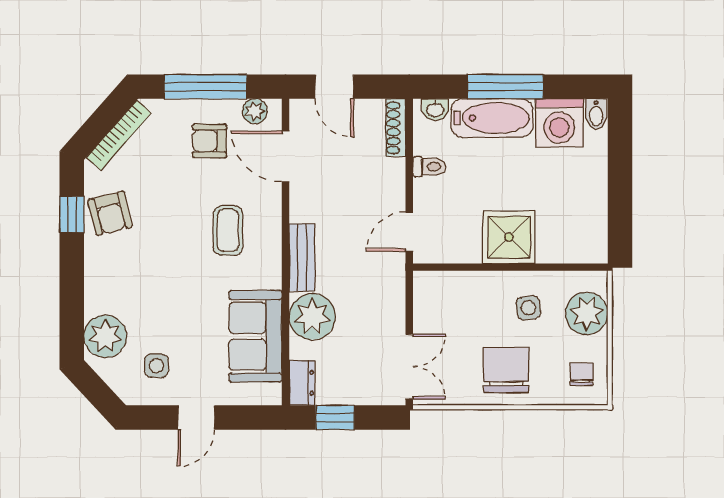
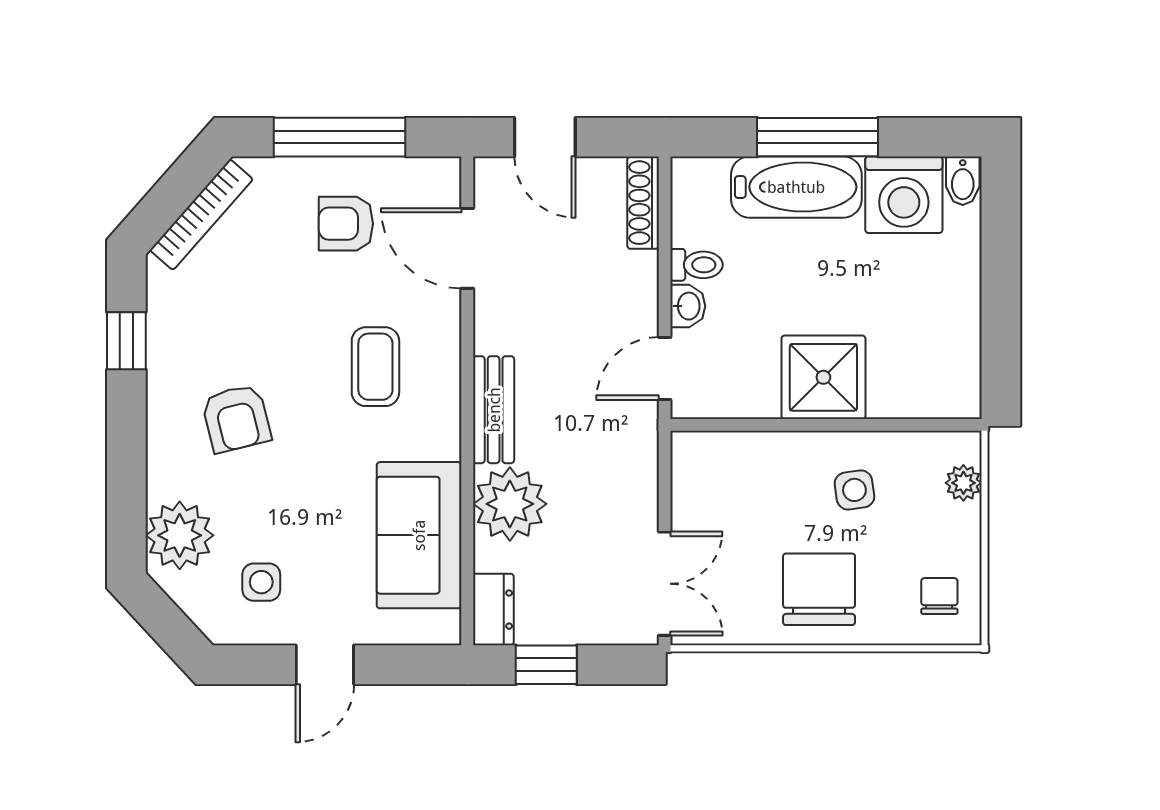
washbasin: (435, 109) -> (688, 306), moved, turned -90
plant: (255, 111) -> (418, 176), removed
armchair: (110, 213) -> (236, 418), moved
plant: (587, 313) -> (963, 483), width x0.53, depth x0.53

